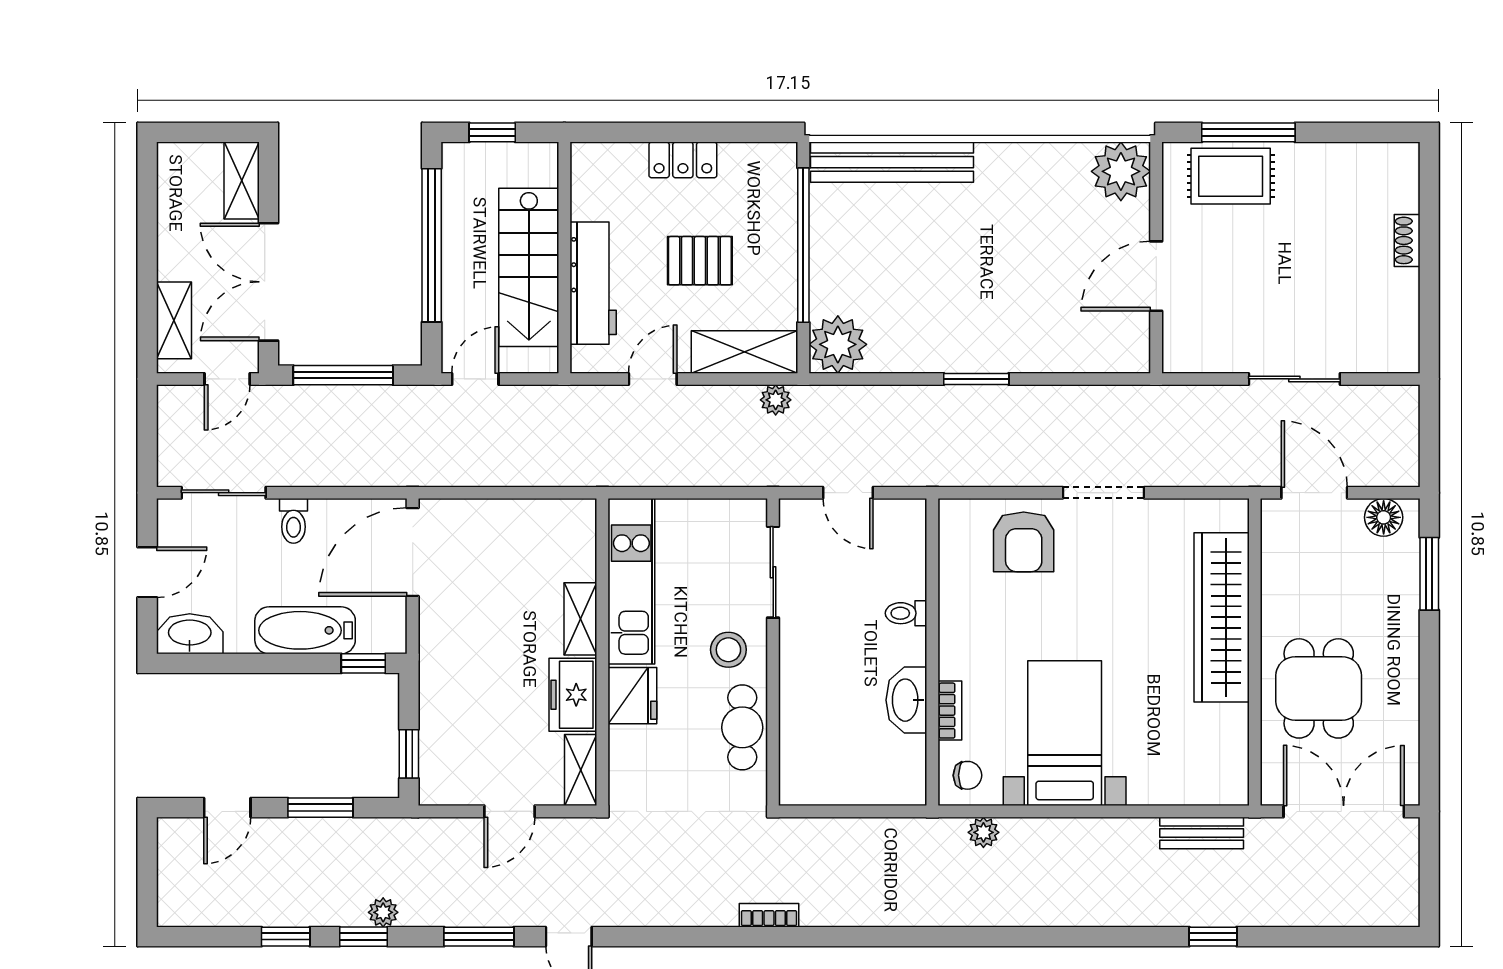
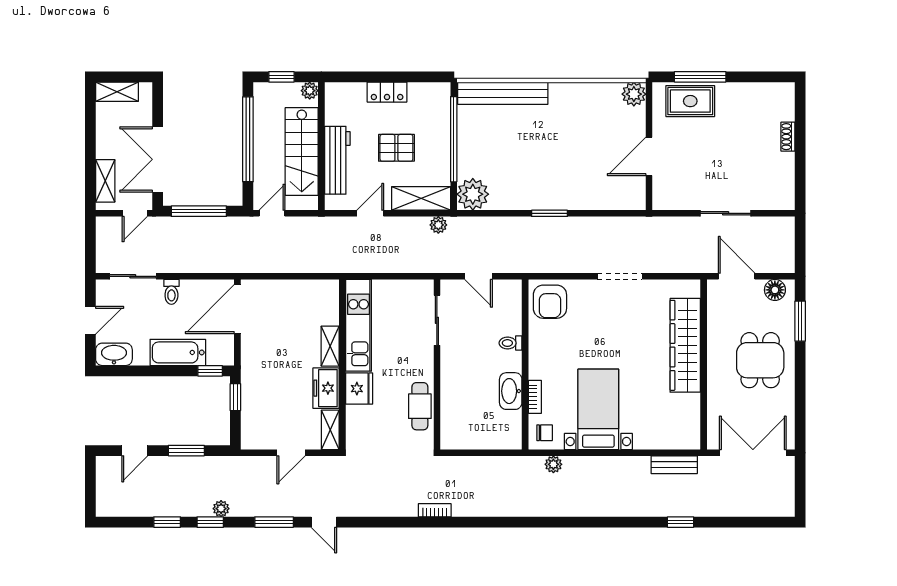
plant: (543, 157) -> (310, 91), added
plant: (1121, 171) -> (634, 94), width x0.73, depth x0.73
shelving: (242, 181) -> (117, 92), moved, turned 90
armchair: (1024, 542) -> (550, 302), moved
stool: (728, 650) -> (412, 363), removed
dining table: (1319, 688) -> (760, 360), moved
window: (409, 754) -> (235, 397), moved

